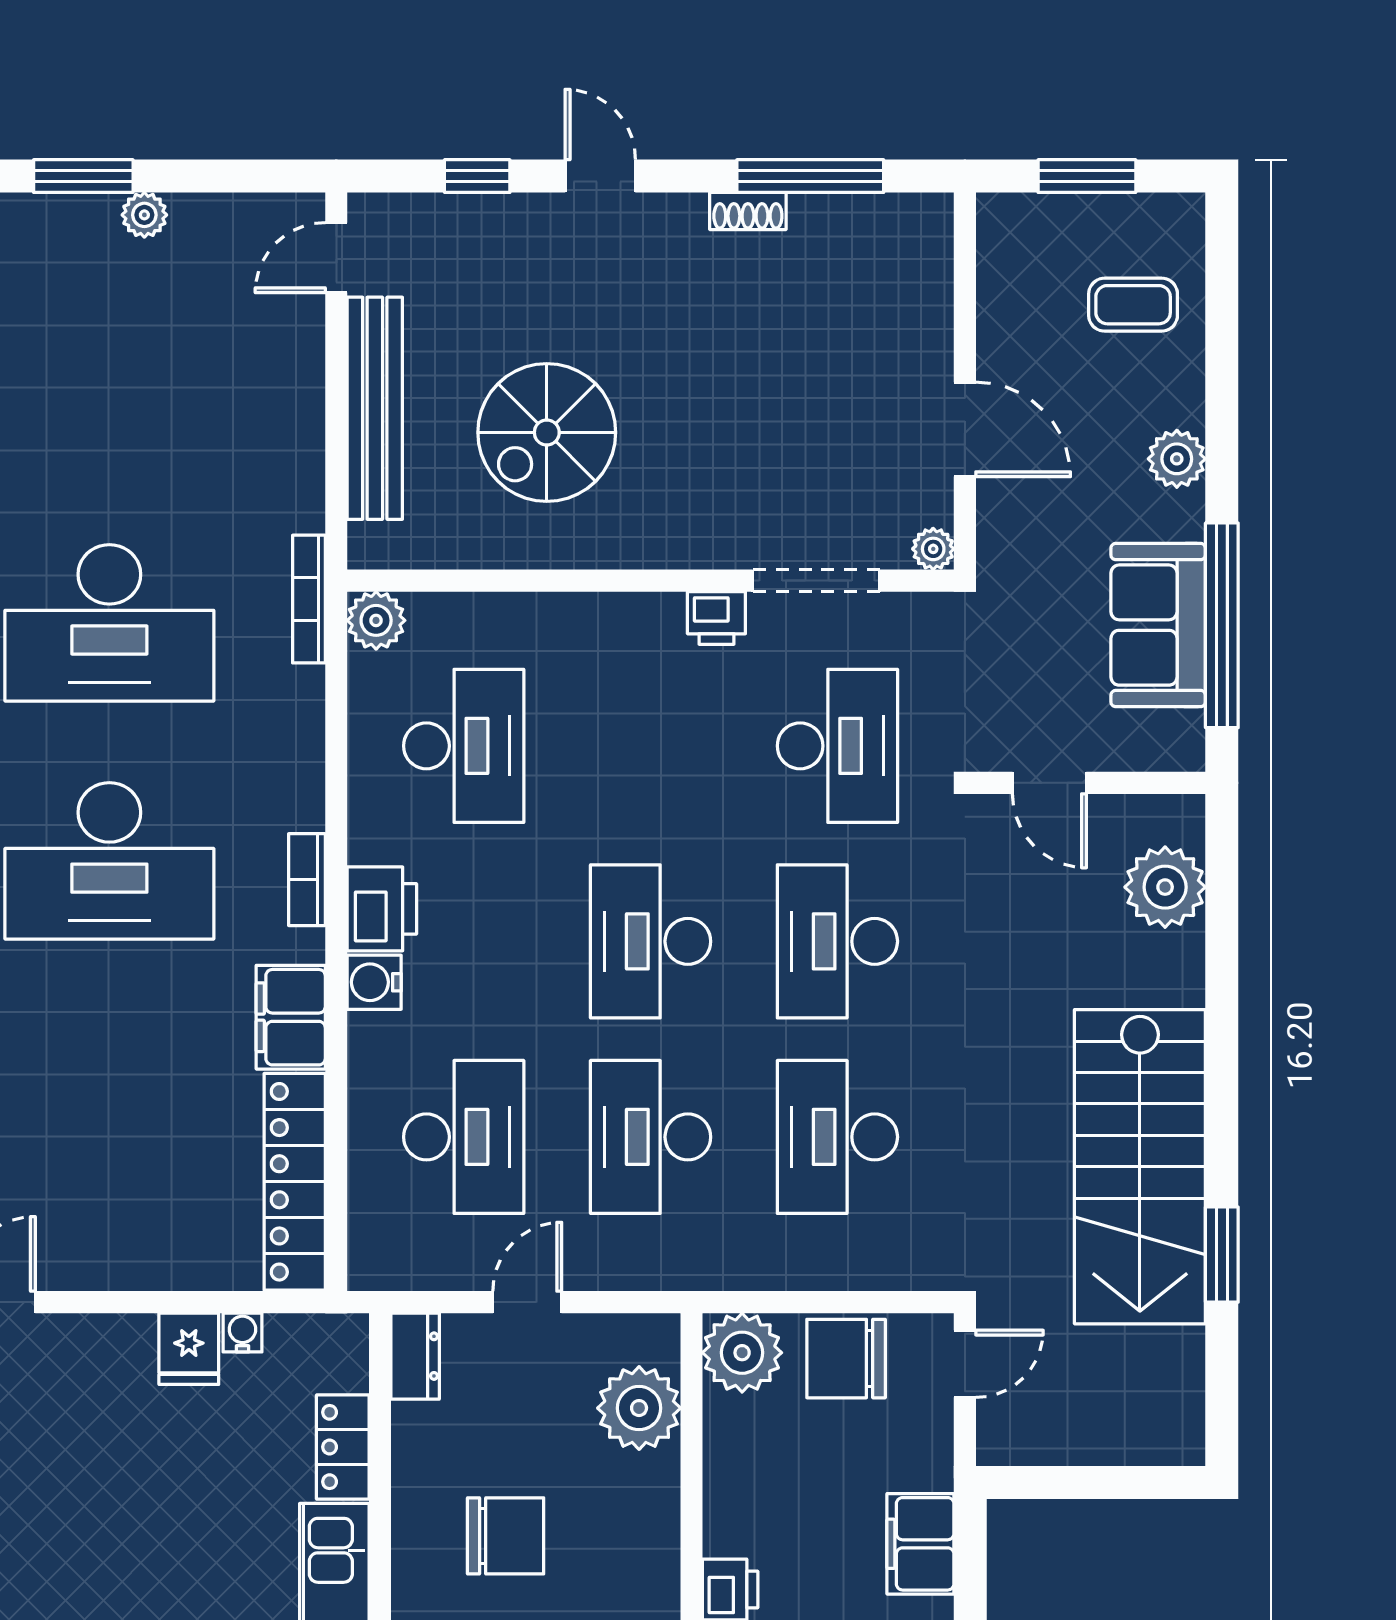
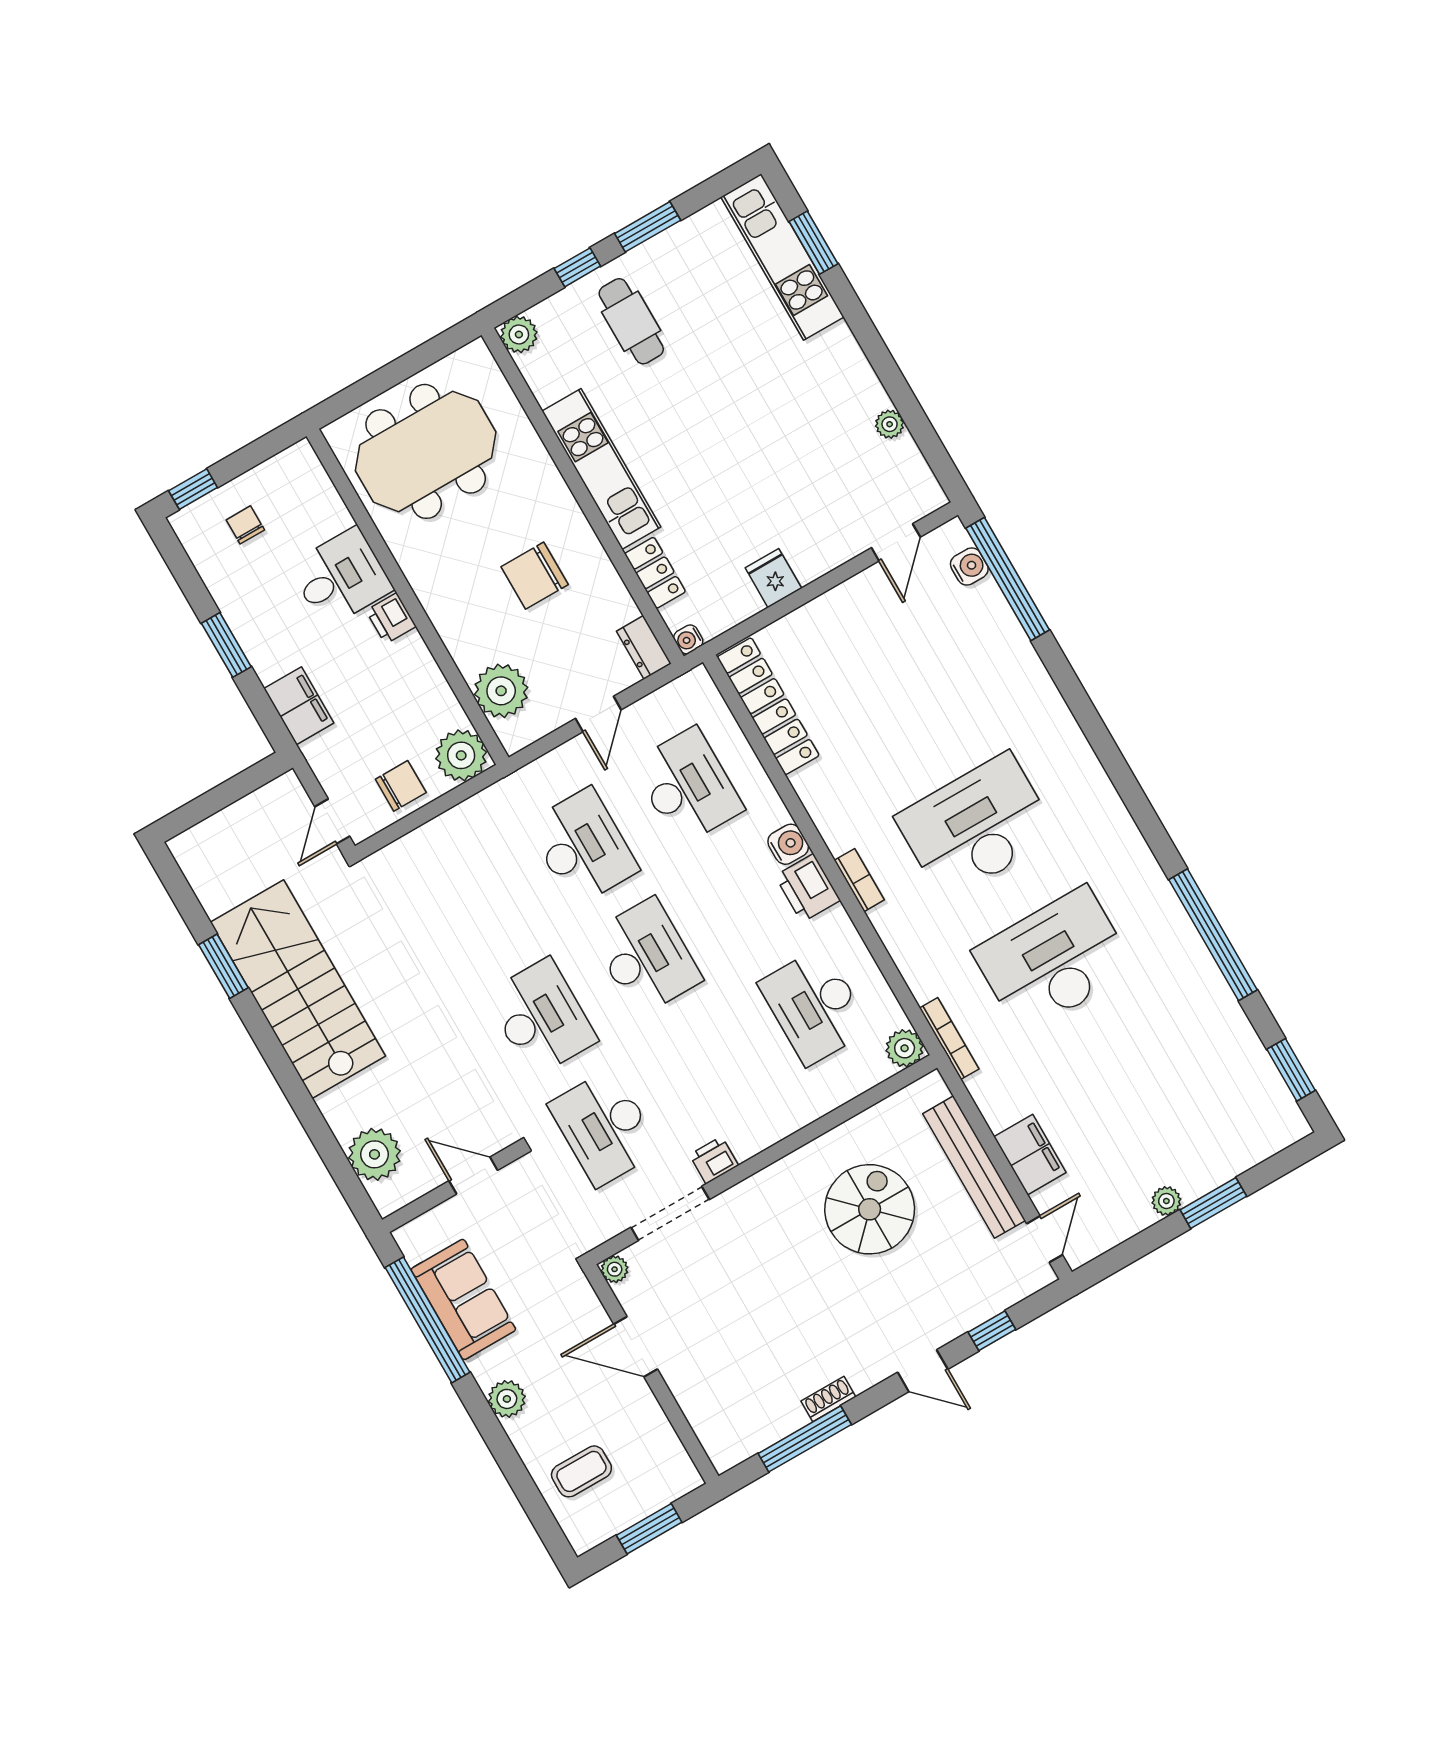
filing cabinet: (291, 1017) -> (1030, 1155), moved
desk: (464, 1137) -> (688, 786), turned 180
desk: (837, 1137) -> (478, 908), removed
water cooler: (242, 1333) -> (688, 639), moved, turned 90
chair: (846, 1359) -> (401, 786), width x0.73, depth x0.73

